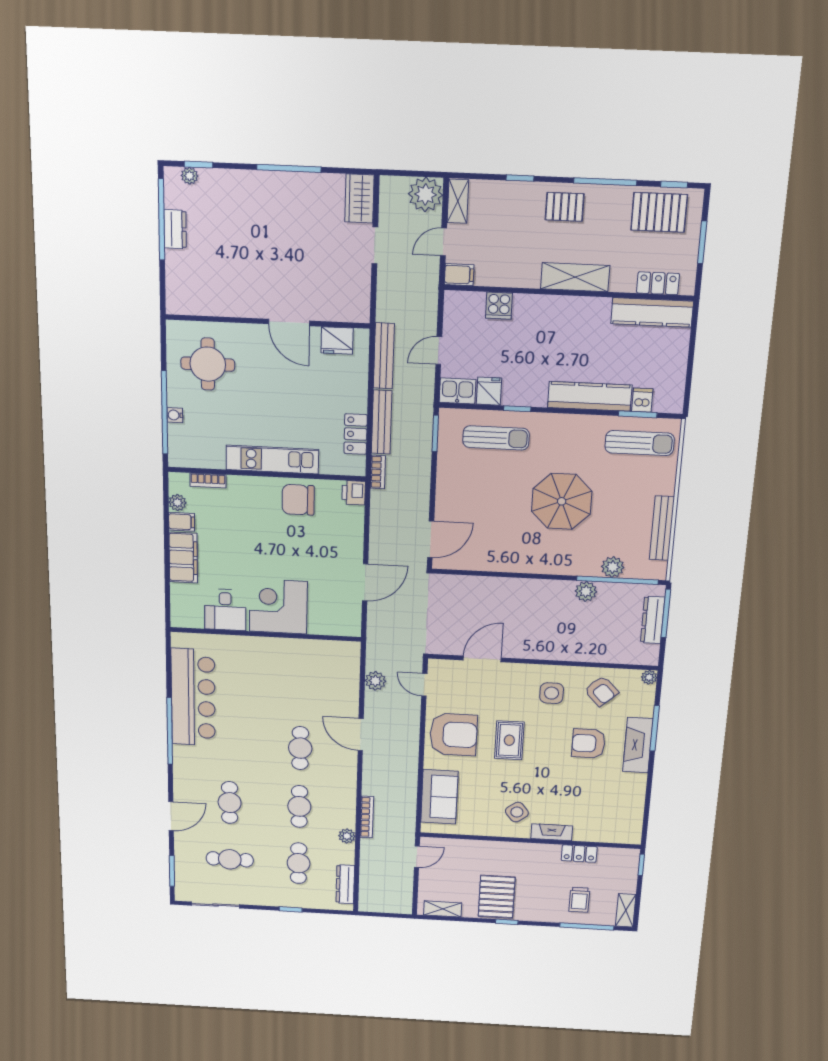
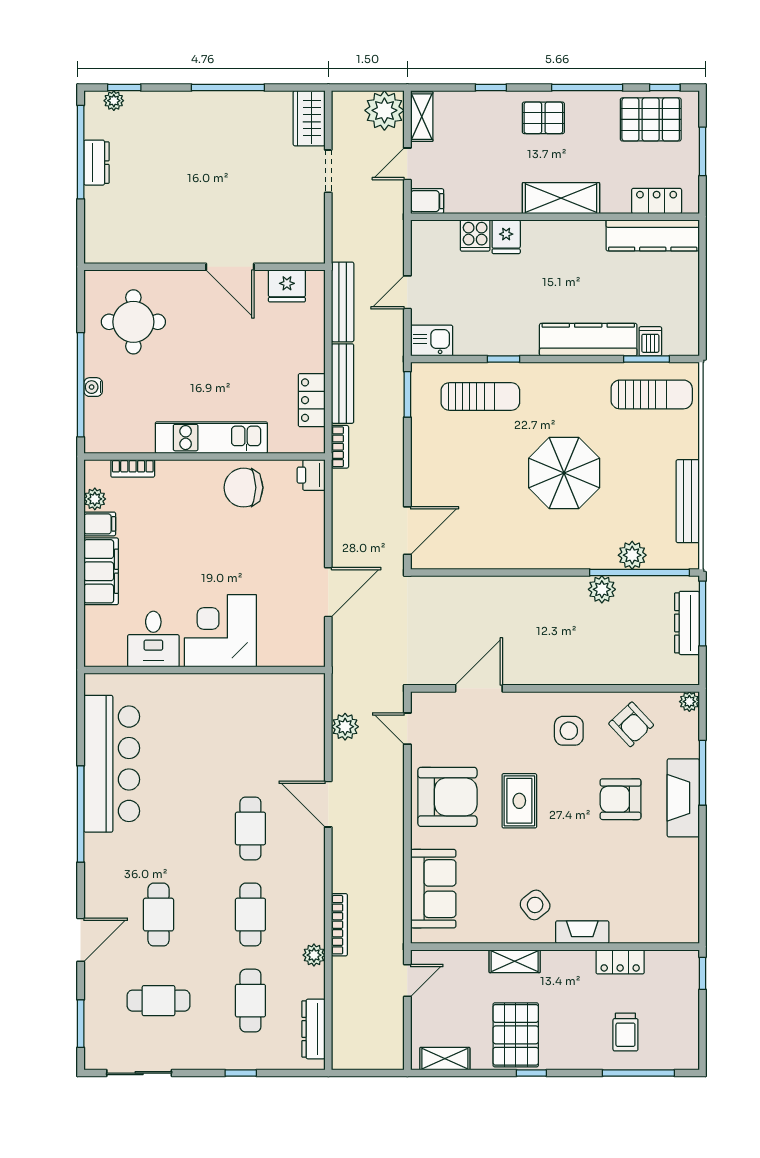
fridge: (489, 391) -> (506, 237), moved, turned 180
shelving: (626, 910) -> (515, 961), moved, turned 90

